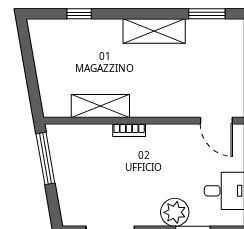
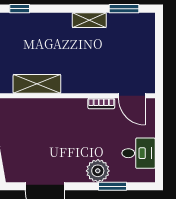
shelving: (154, 31) -> (89, 20), width x0.67, depth x0.75
bookcase: (129, 130) -> (101, 104), moved

